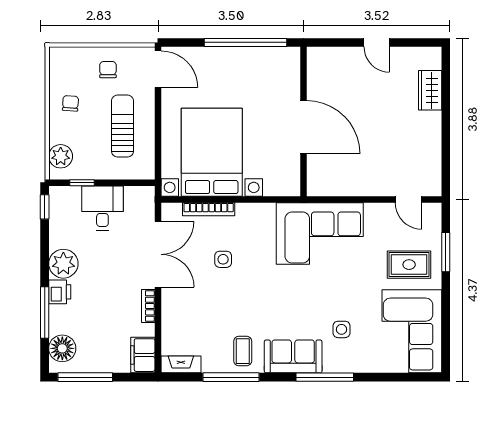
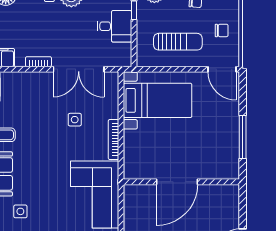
window: (246, 42) -> (243, 137), width x0.68
door: (158, 69) -> (222, 69), hinge flipped
bed with nightstands: (212, 152) -> (158, 100), width x0.73
bookcase: (209, 209) -> (114, 140), moved

